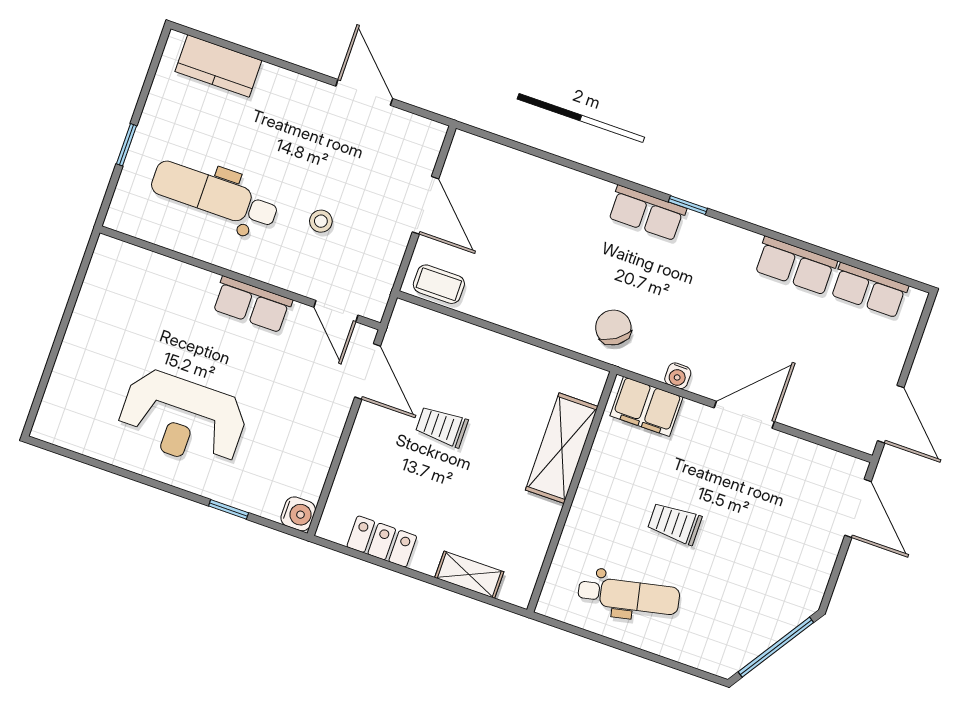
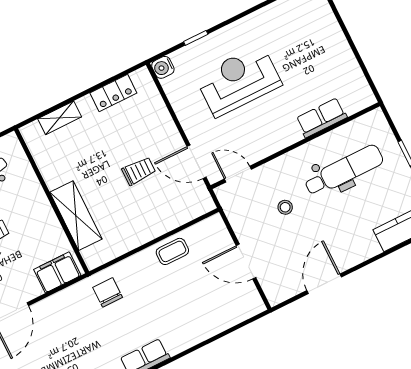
door: (364, 92) -> (324, 284), swing flipped
coffee table: (439, 284) -> (172, 251), moved
row of seats: (252, 304) -> (321, 118), moved
chair: (613, 327) -> (108, 292), turned -146
water cooler: (678, 376) -> (57, 300), removed
reception desk: (183, 419) -> (238, 81), moved

